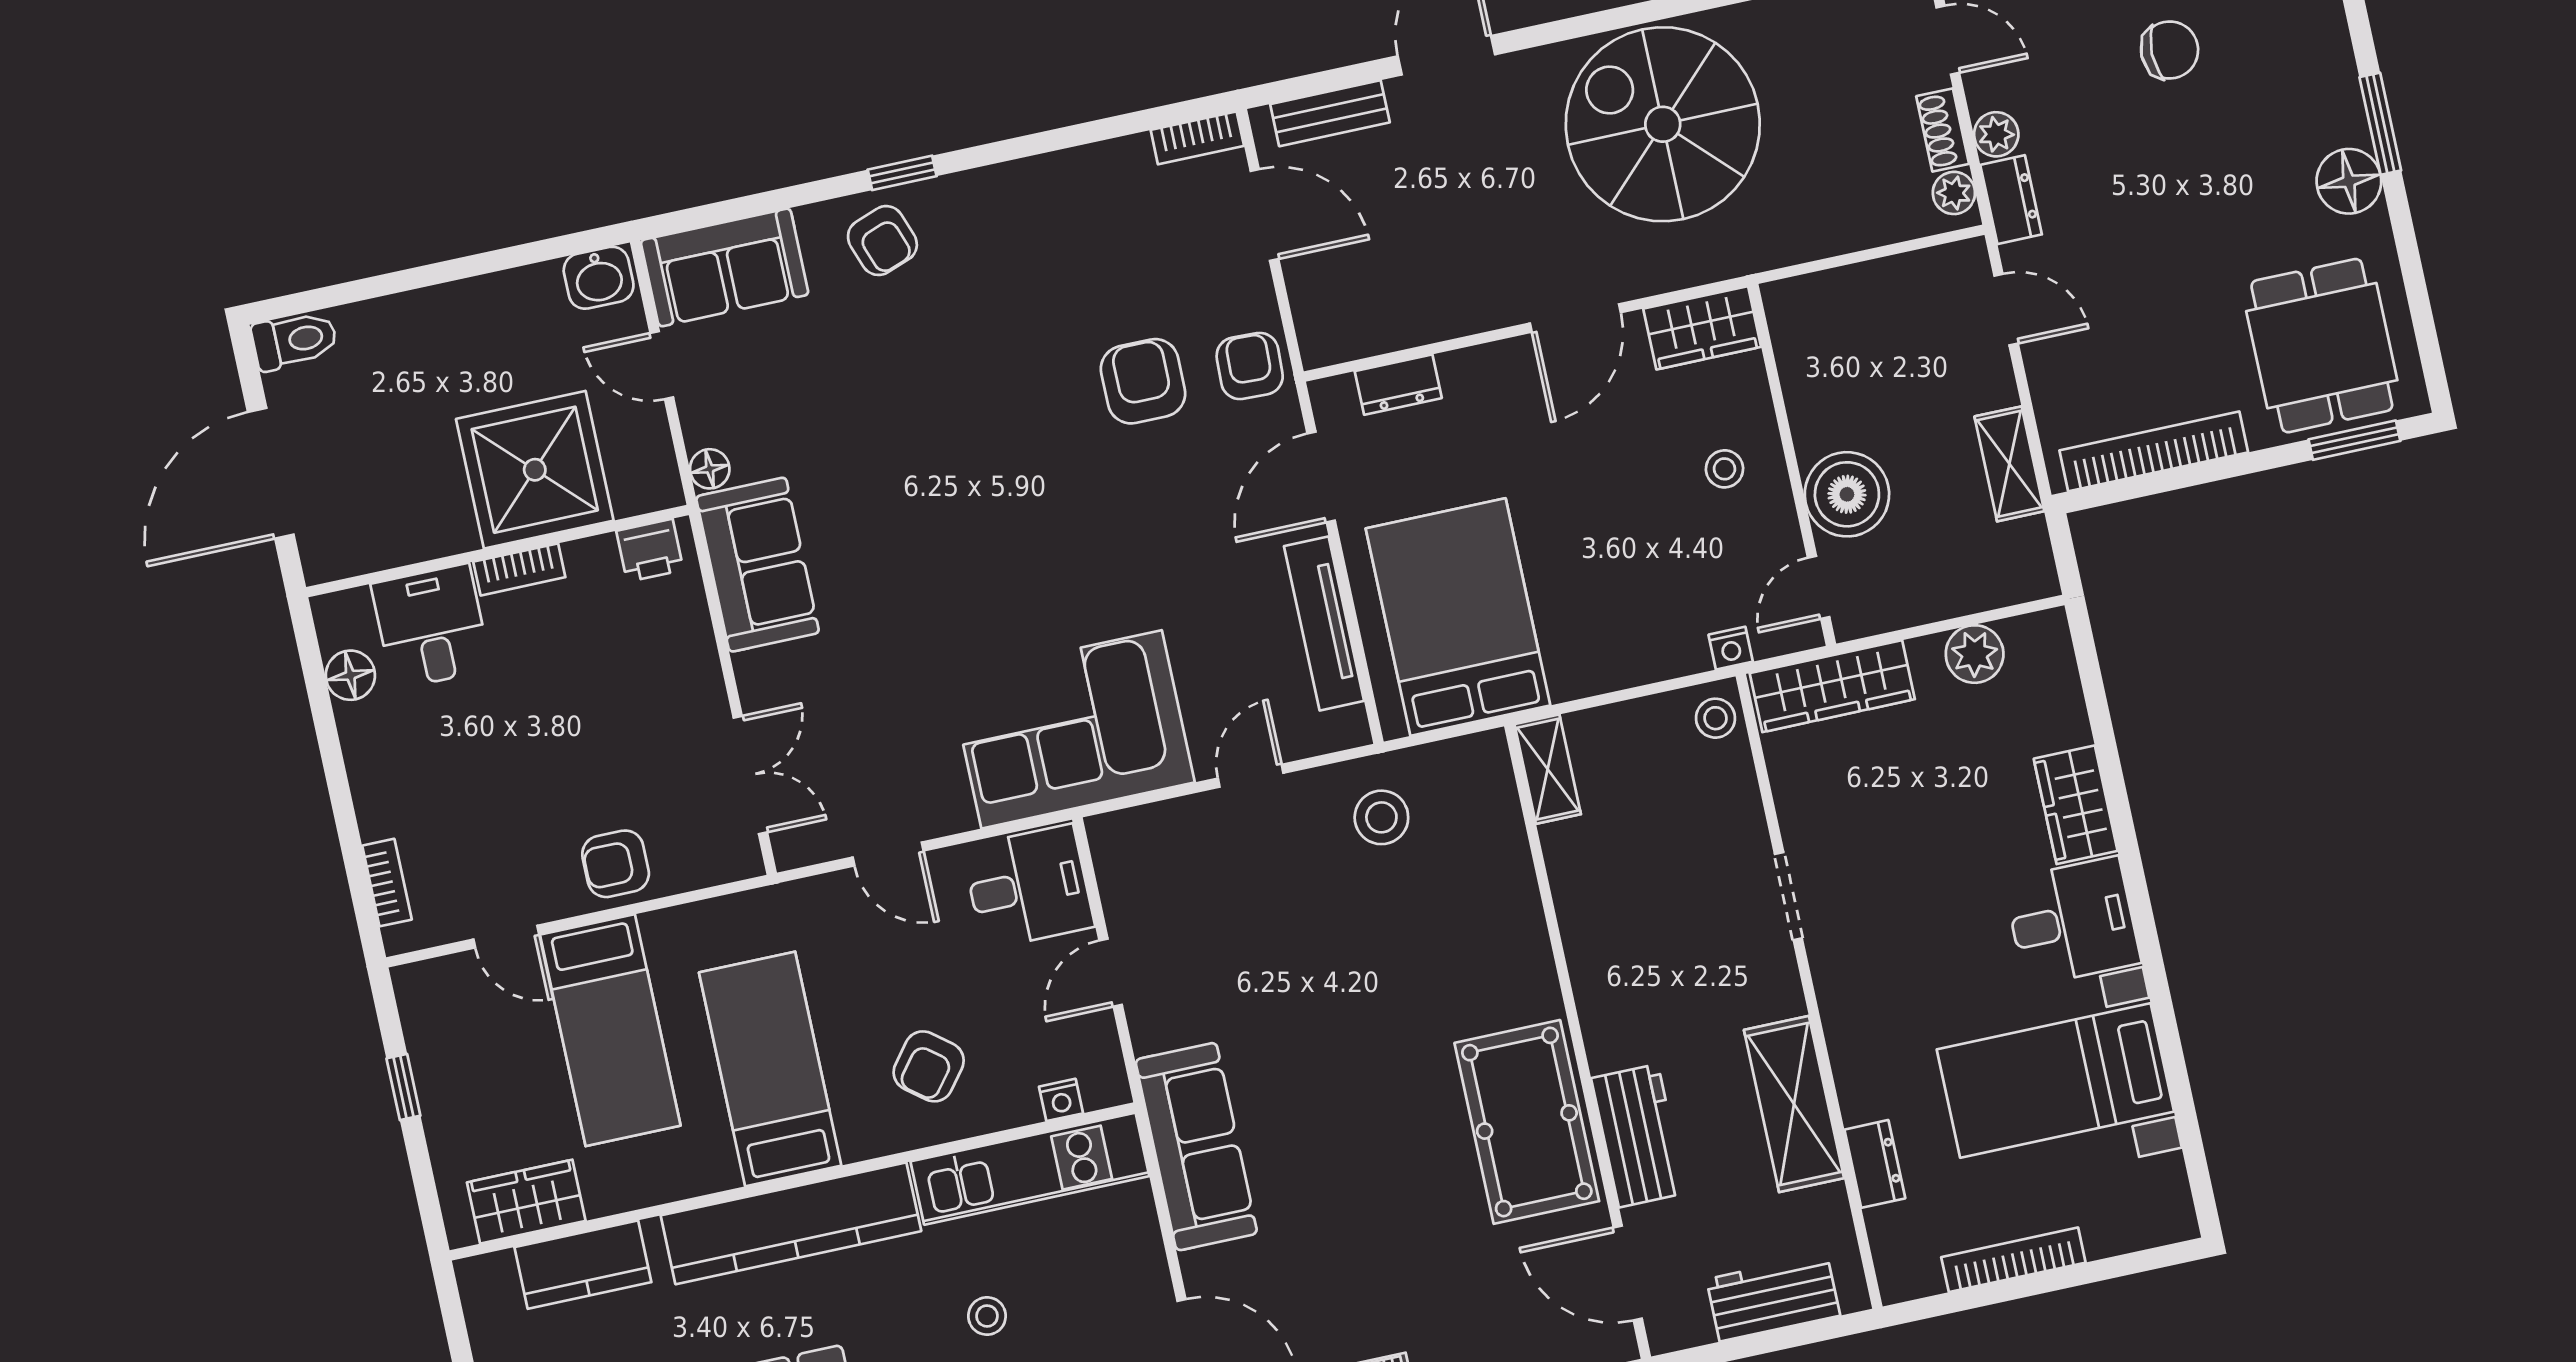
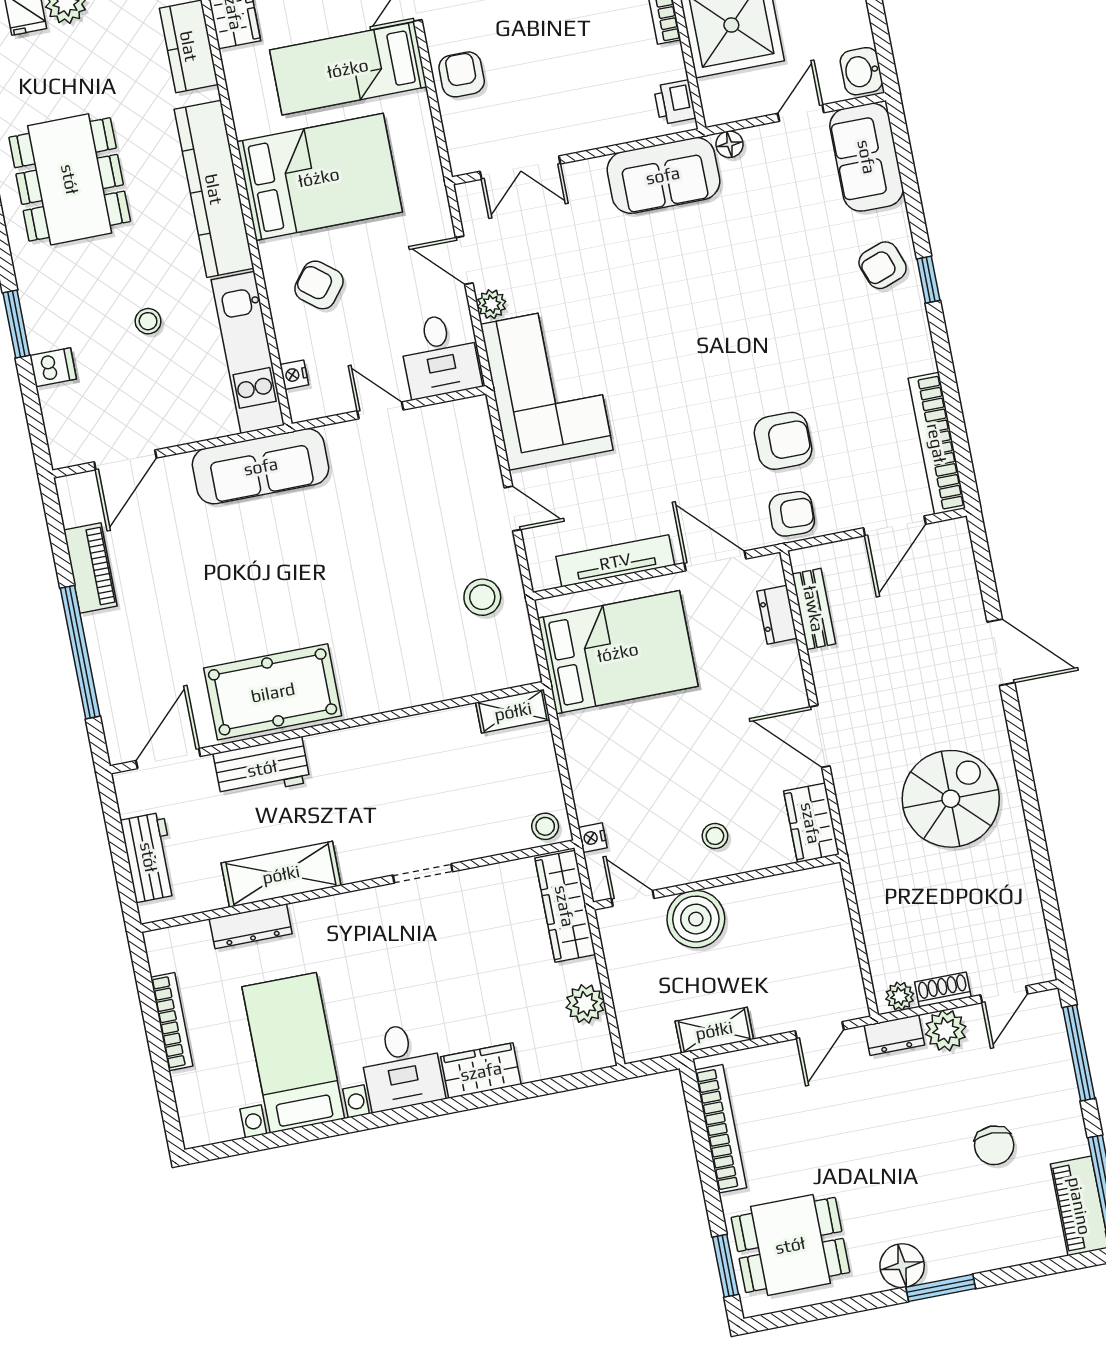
bench: (1330, 113) -> (814, 609), moved
spiral stairs: (1663, 124) -> (951, 799), width x0.73, depth x0.73
plant: (1996, 134) -> (946, 1030), width x1.38, depth x1.38
bookcase: (1197, 138) -> (937, 443), width x2.31, depth x1.31
plant: (951, 813) -> (491, 304), added
door: (888, 854) -> (464, 260), hinge flipped
bed: (770, 1069) -> (319, 177), width x1.50
dresser: (1875, 1164) -> (251, 926), width x1.44

